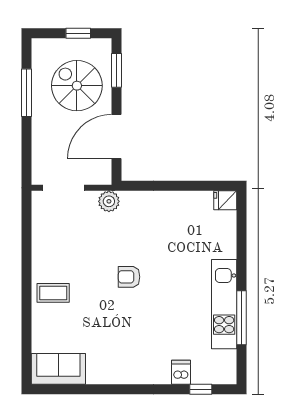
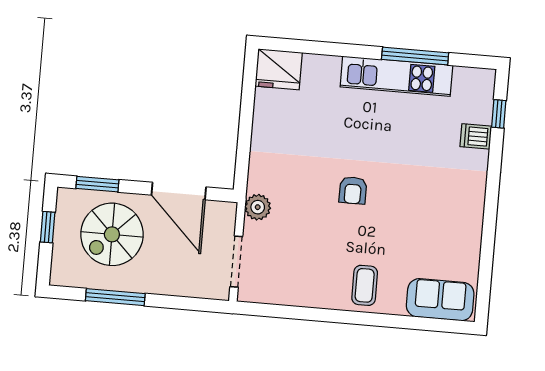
fridge: (225, 200) -> (279, 69), width x1.88, depth x1.34
sofa: (58, 369) -> (440, 300), moved, turned 90

